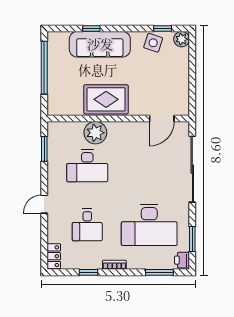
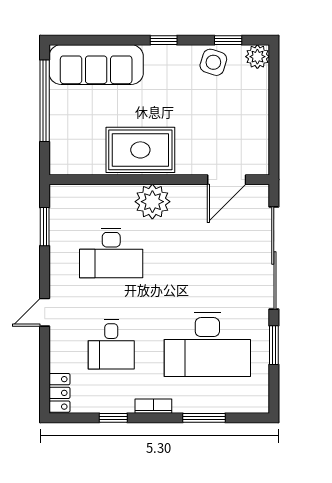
window: (91, 28) -> (164, 40), moved
sofa: (100, 44) -> (96, 65), moved
plant: (95, 133) -> (152, 202), moved
window: (192, 239) -> (274, 345), moved
printer: (182, 260) -> (258, 399), removed
window: (159, 272) -> (204, 418), moved

